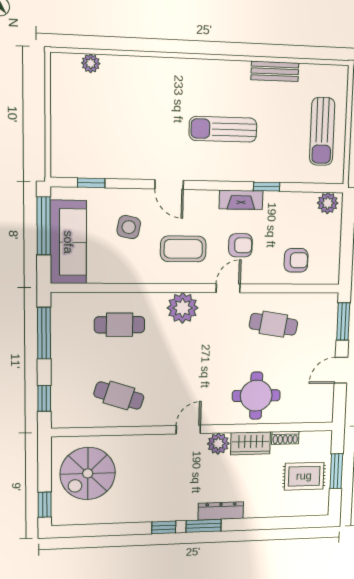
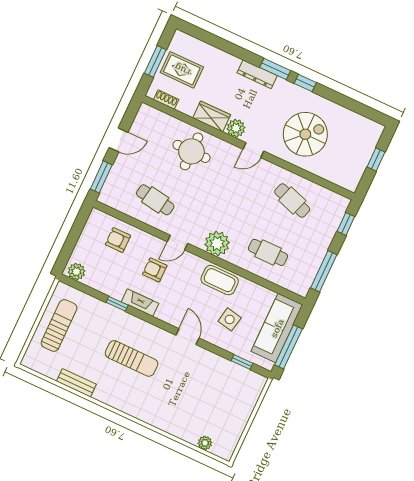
coffee table: (183, 249) -> (220, 280), moved
shoe rack: (285, 438) -> (166, 100), moved
spiral stairs: (88, 473) -> (305, 134), moved
window: (45, 505) -> (376, 159), moved

